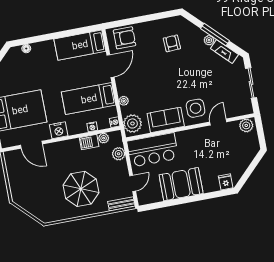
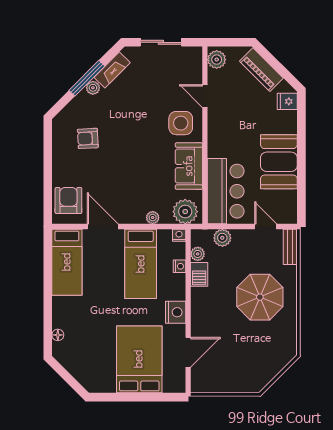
piano: (245, 159) -> (261, 70), added

